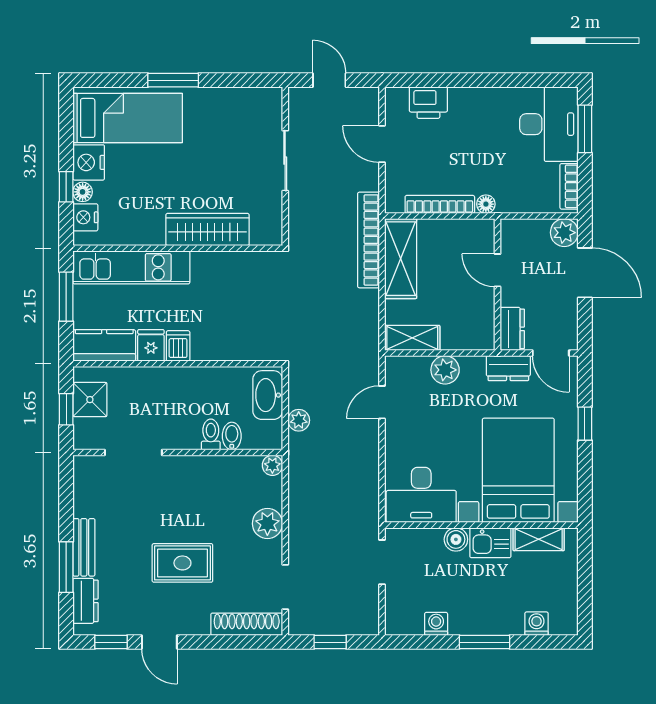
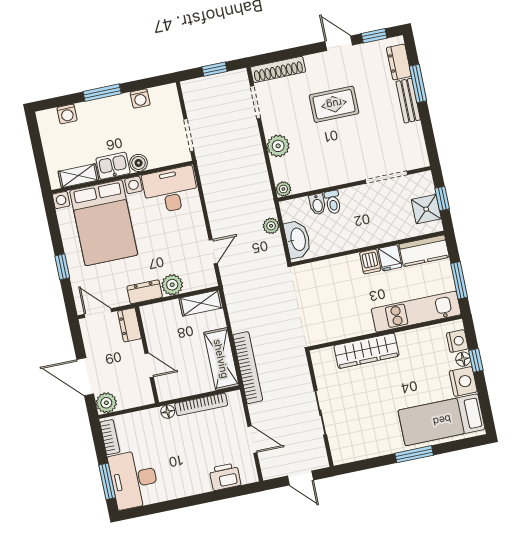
dresser: (508, 368) -> (145, 292), moved

